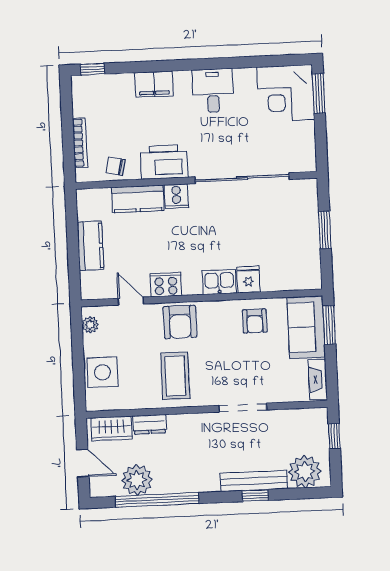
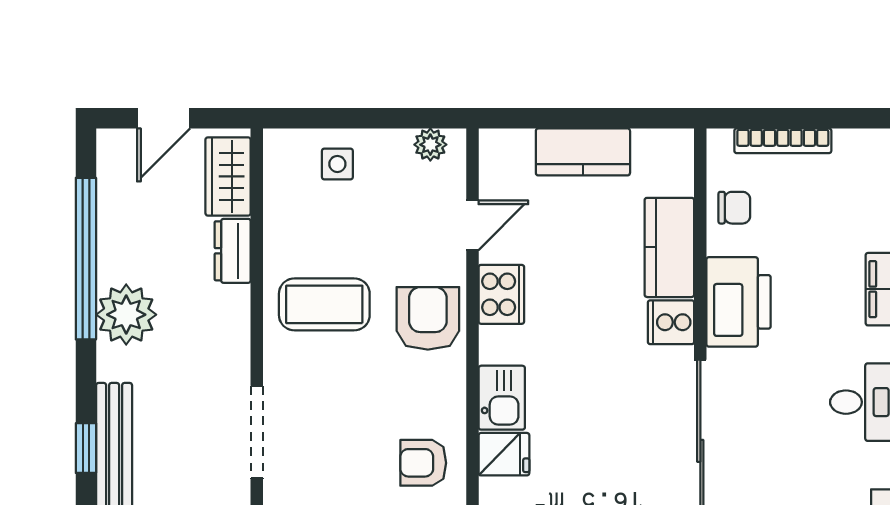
chair: (116, 166) -> (734, 208), turned 77
armchair: (180, 322) -> (428, 318), turned 90
side table: (102, 372) -> (337, 164), width x0.54, depth x0.54
plant: (137, 480) -> (126, 315), moved

